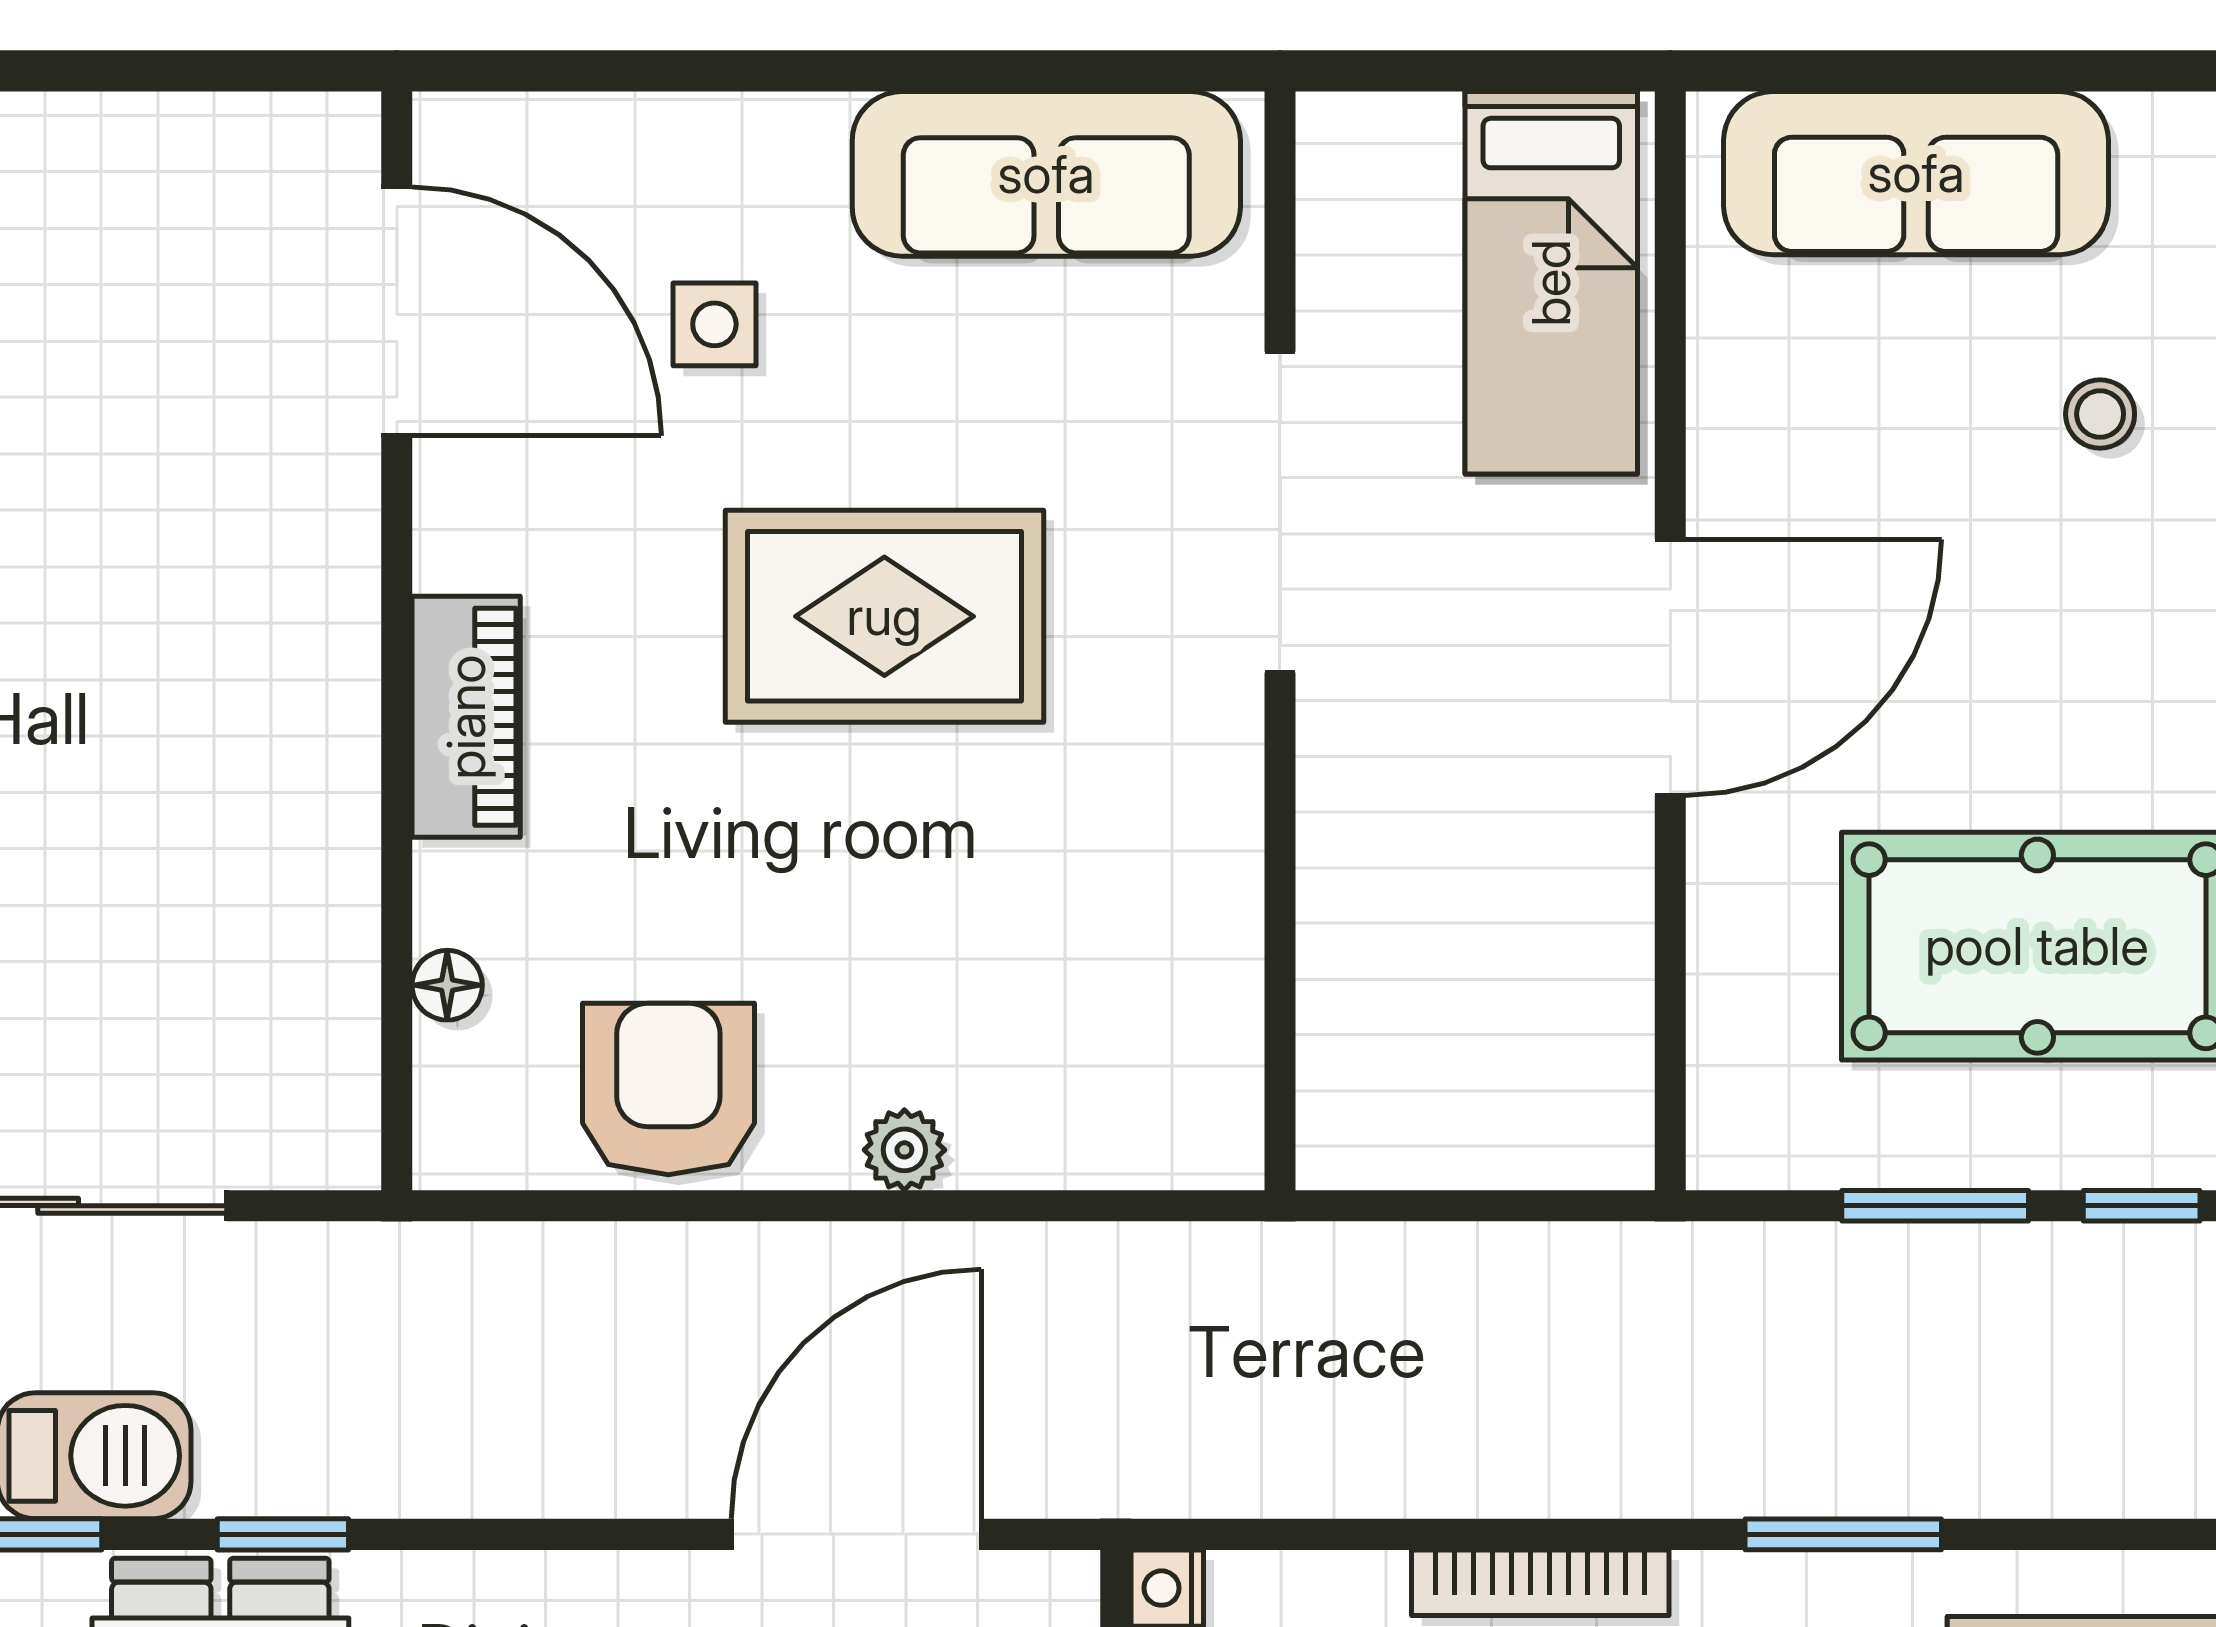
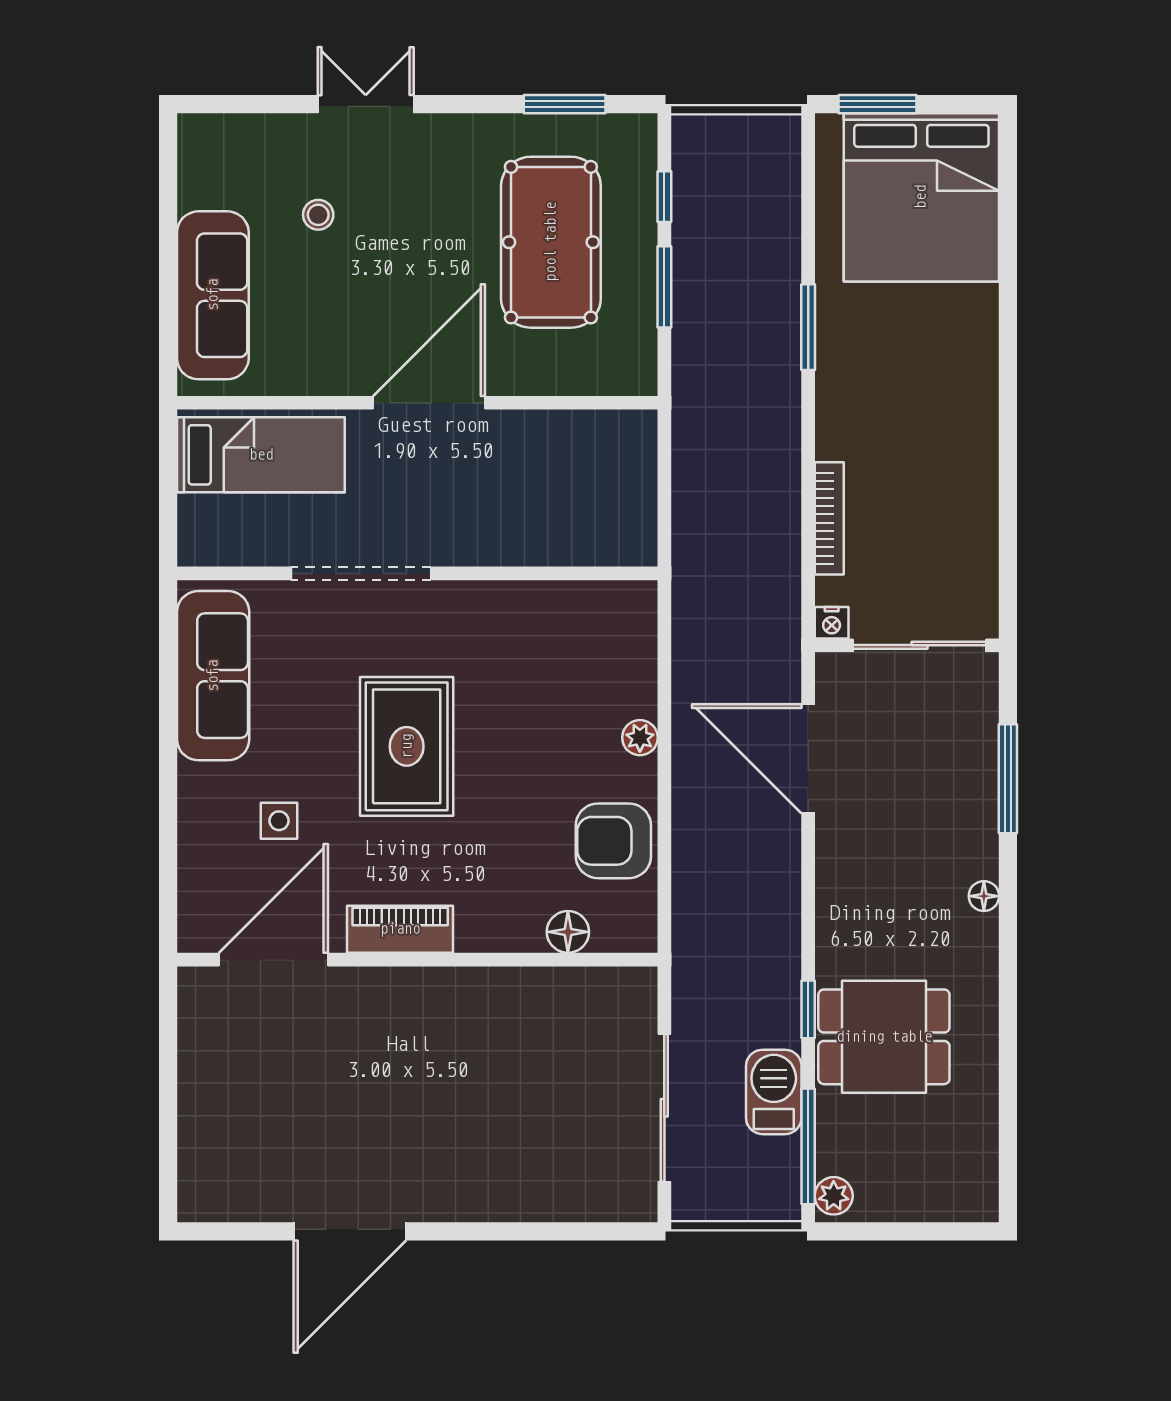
door: (1670, 667) -> (429, 403), hinge flipped
piano: (466, 717) -> (400, 929), moved
floor lamp: (447, 985) -> (568, 932), width x1.37, depth x1.37
bookcase: (1540, 1583) -> (829, 518), moved

